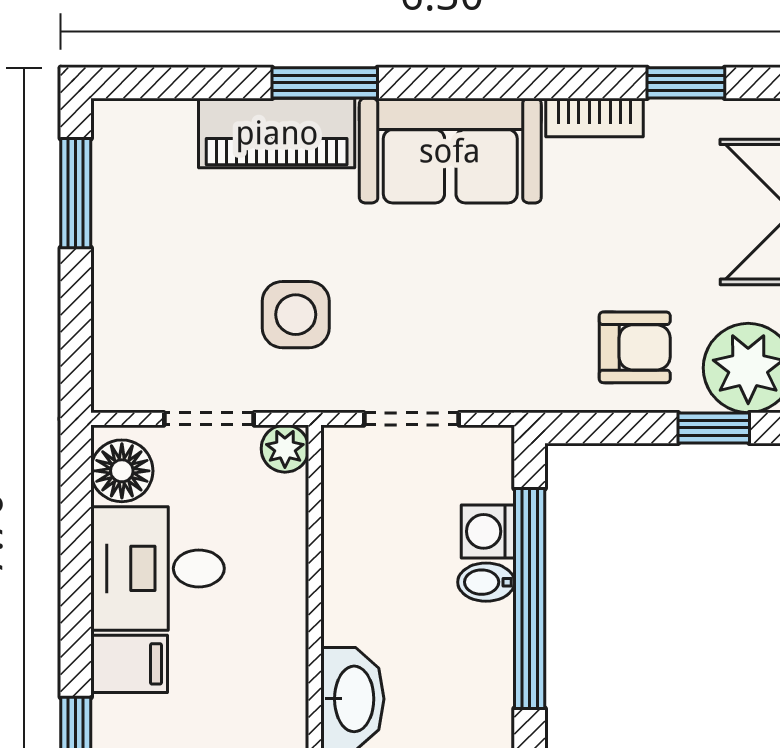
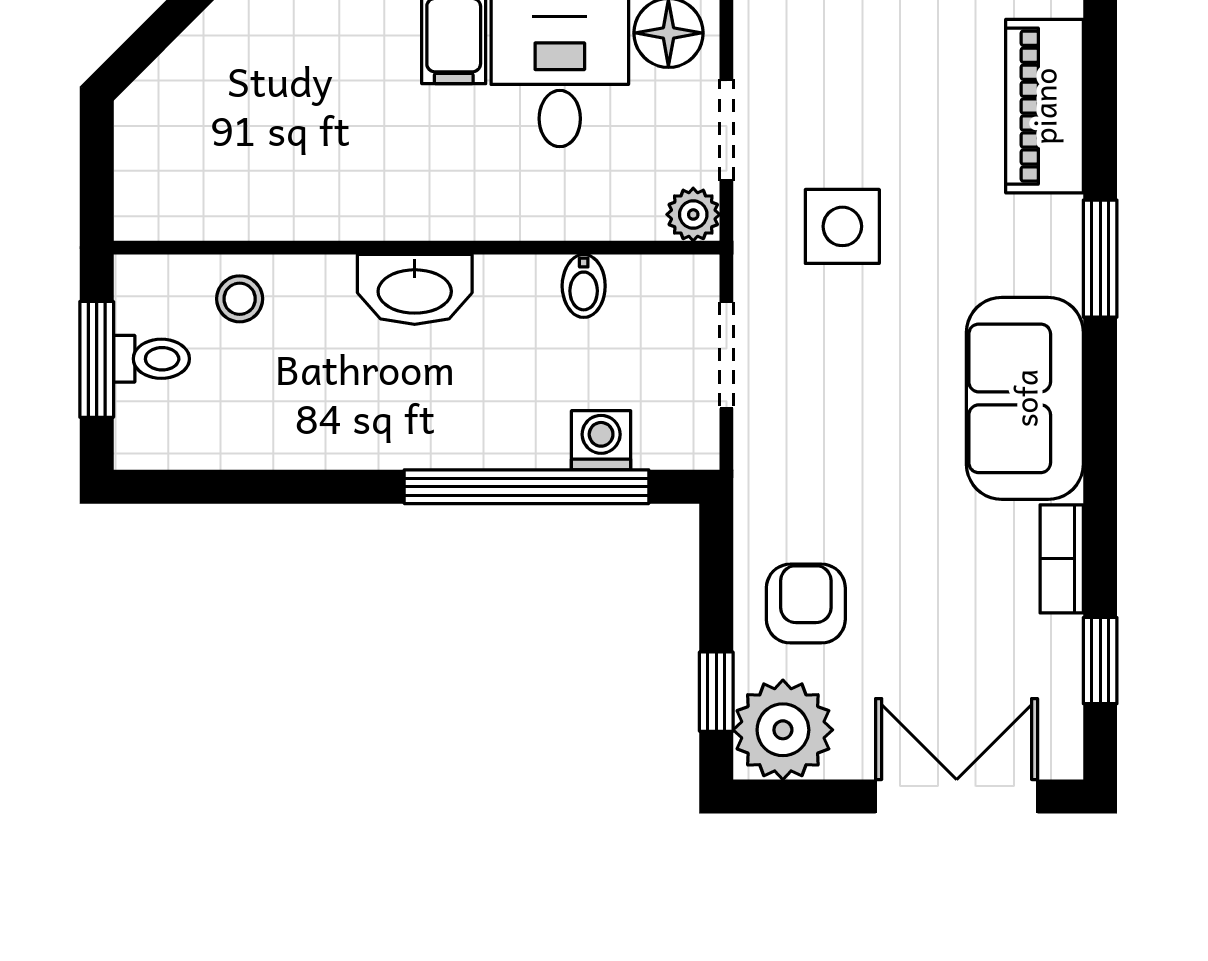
piano: (277, 133) -> (1044, 106), moved
armchair: (635, 347) -> (806, 604), turned 180
bidet: (486, 582) -> (584, 286), moved, turned 180

